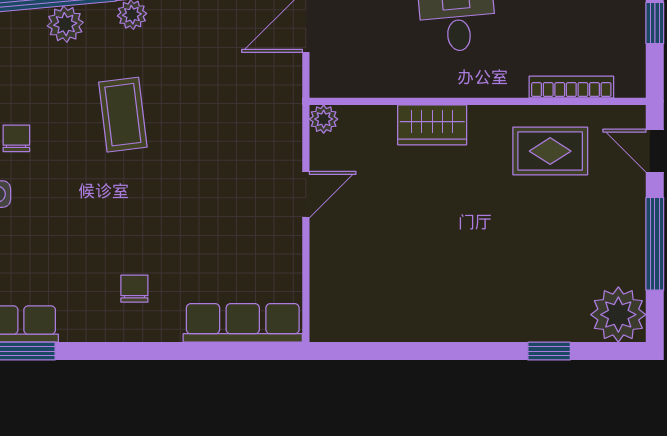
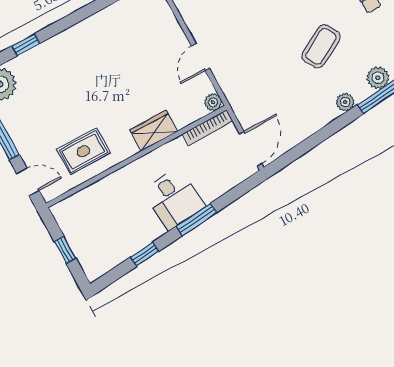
bookcase: (571, 87) -> (207, 128), moved
coffee table: (123, 115) -> (321, 46), turned 68

